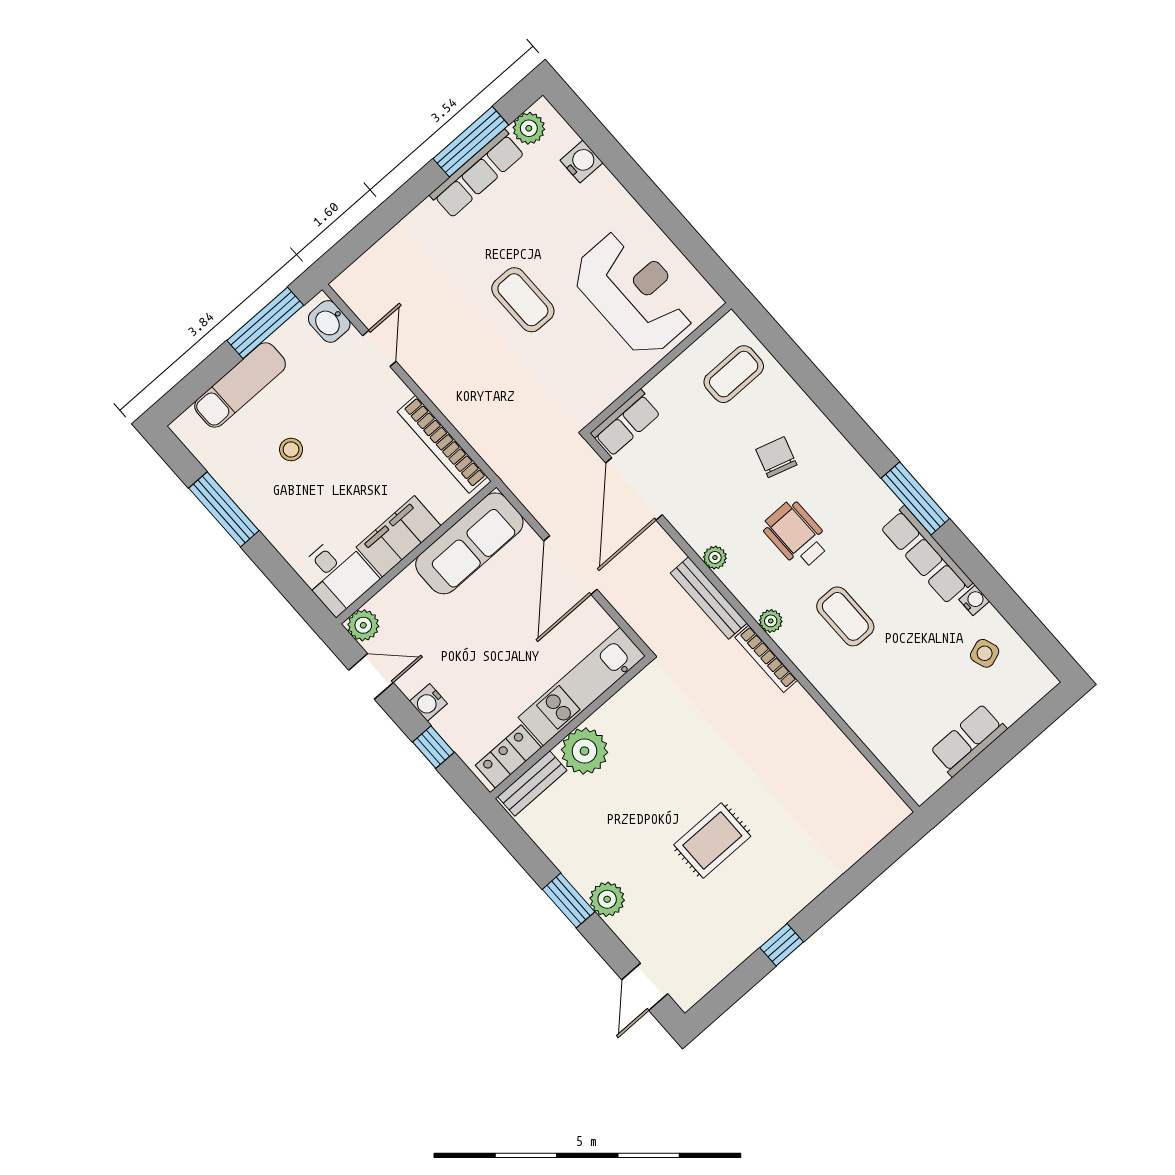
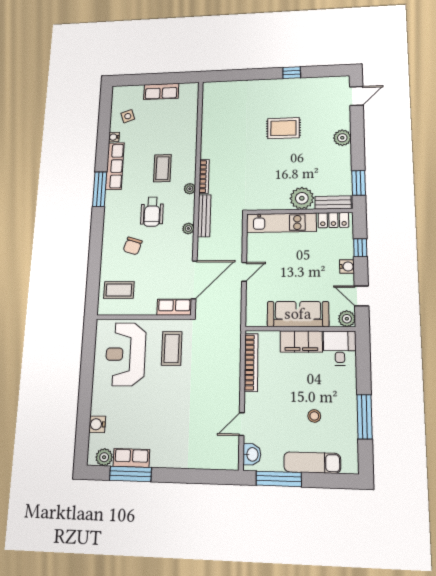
row of seats: (477, 174) -> (131, 458), width x0.68
coffee table: (523, 300) -> (172, 348), moved
sofa: (469, 543) -> (298, 314), moved
door: (570, 565) -> (244, 272), width x0.53
window: (569, 901) -> (359, 183), moved

